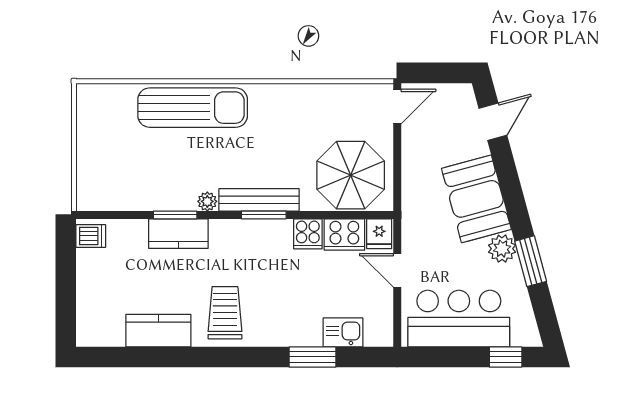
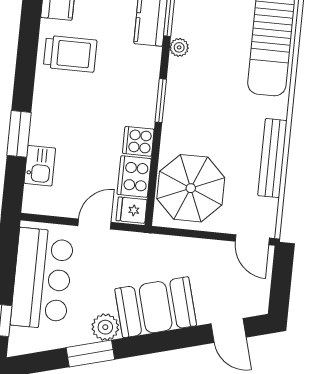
bench: (259, 200) -> (272, 158), moved

